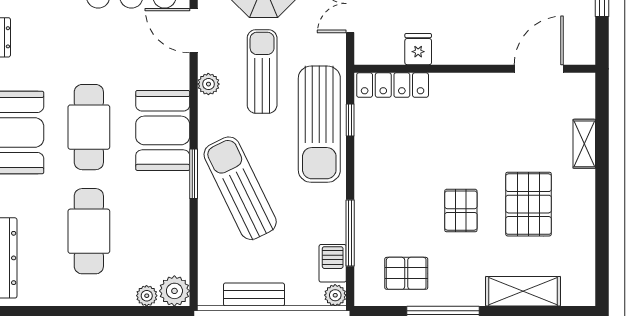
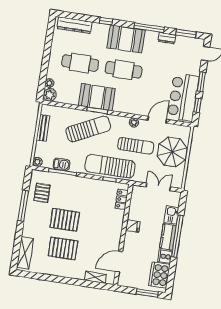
fridge: (418, 49) -> (133, 226), moved
door: (539, 69) -> (119, 261), swing flipped
locker: (393, 85) -> (122, 199), width x0.66
booth: (163, 130) -> (97, 97), moved
shelving: (584, 144) -> (95, 277), moved
pallet: (461, 211) -> (65, 220), width x1.50, depth x1.42
barbecue: (333, 263) -> (62, 164), moved
shelving: (523, 291) -> (25, 253), moved

